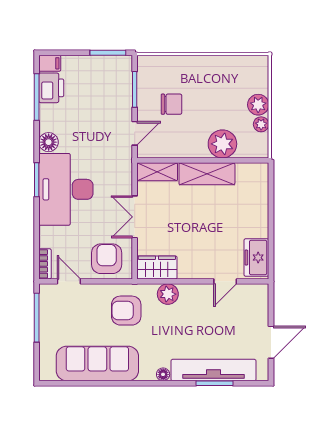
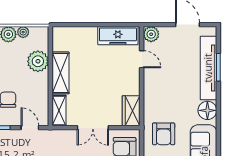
freezer: (256, 258) -> (118, 36), width x1.40
plant: (168, 294) -> (151, 34), moved
floor lamp: (163, 374) -> (207, 110), width x1.89, depth x1.89

